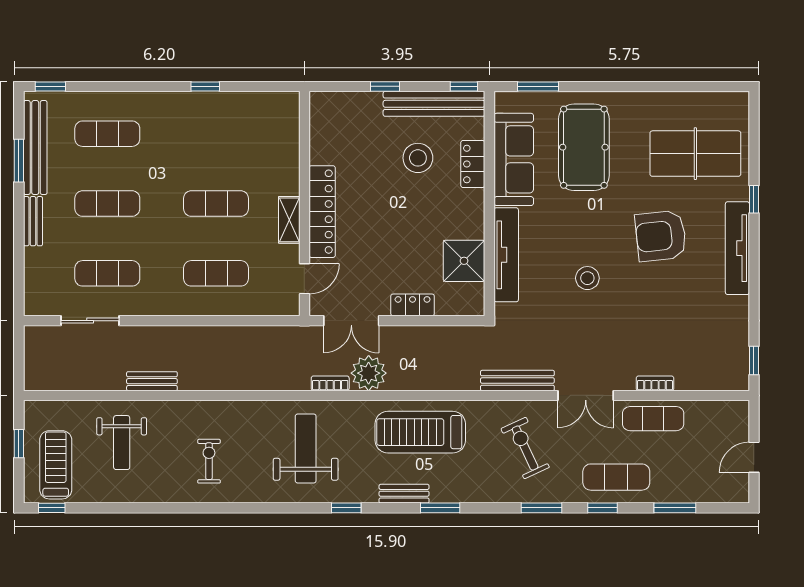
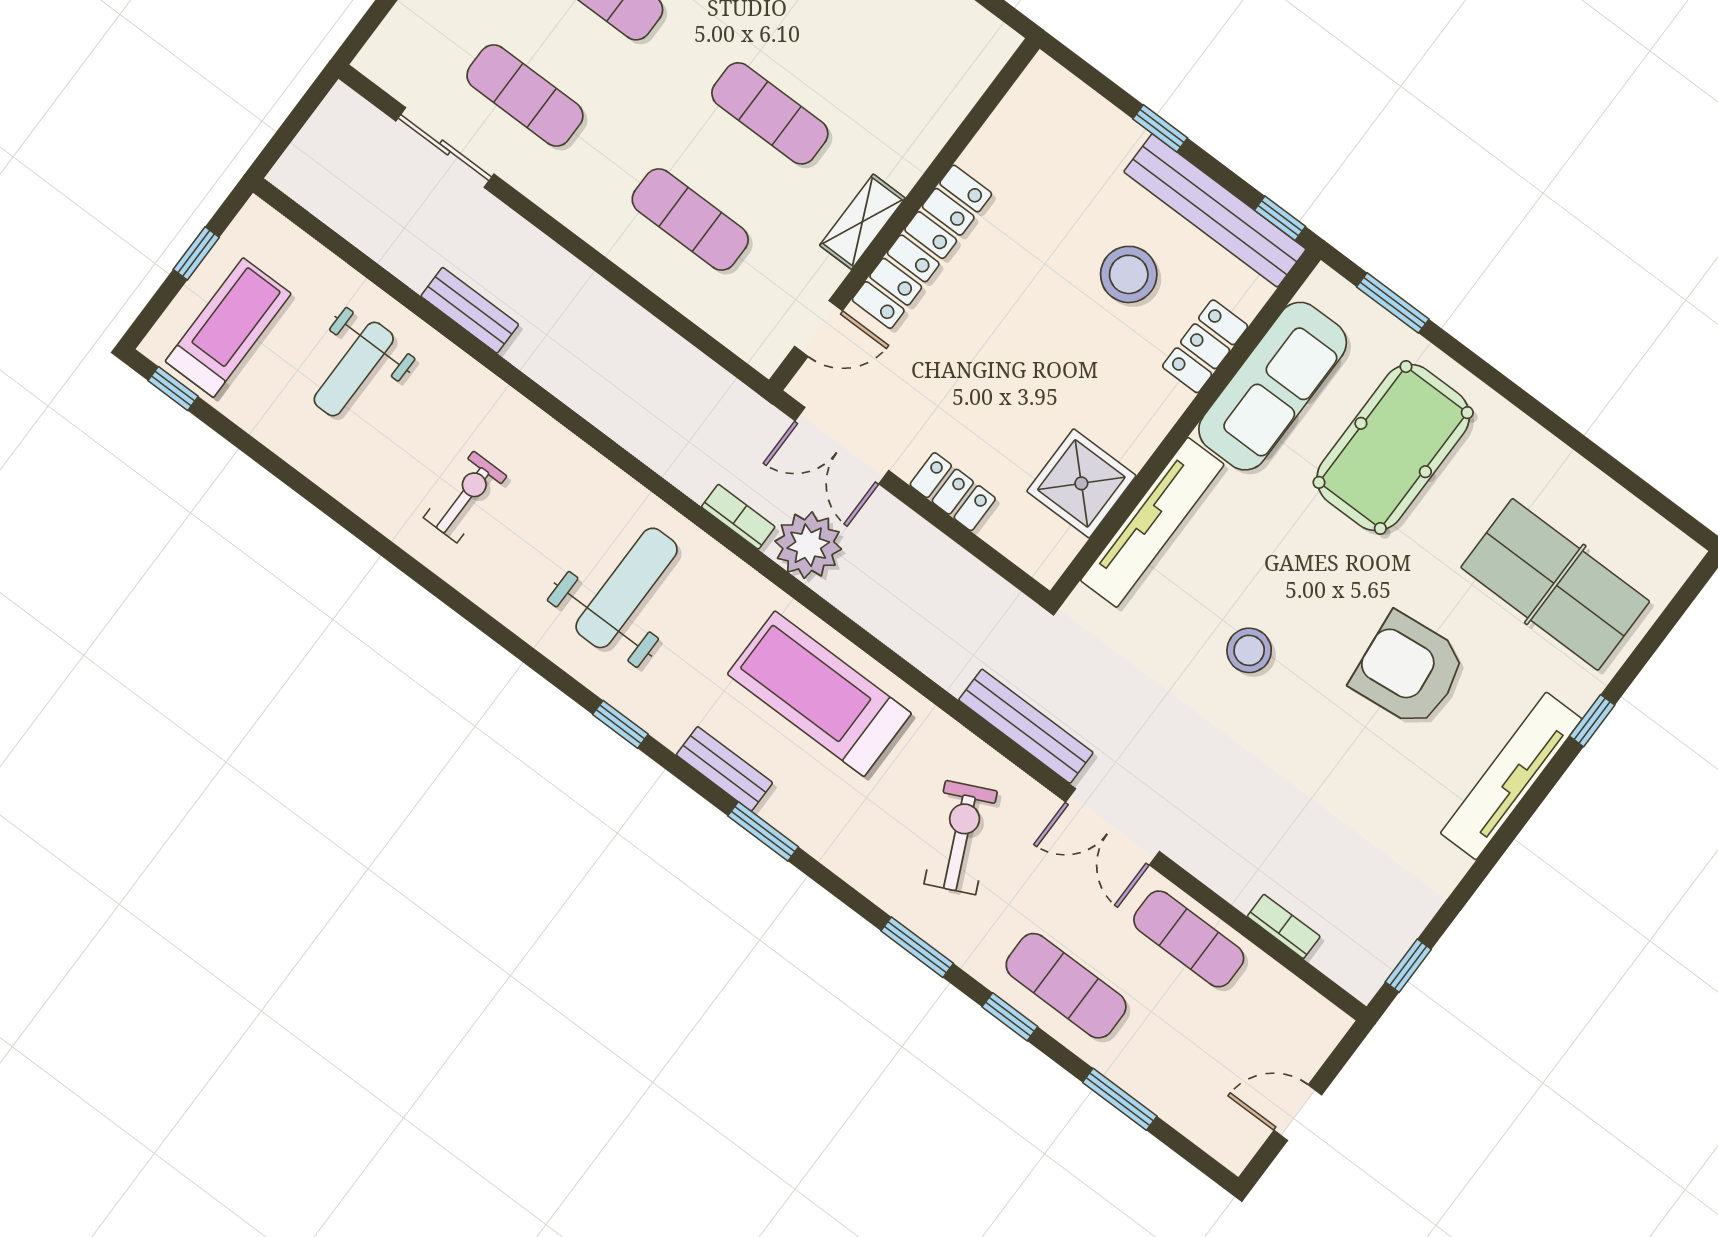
bookcase: (655, 383) -> (1284, 926), moved

